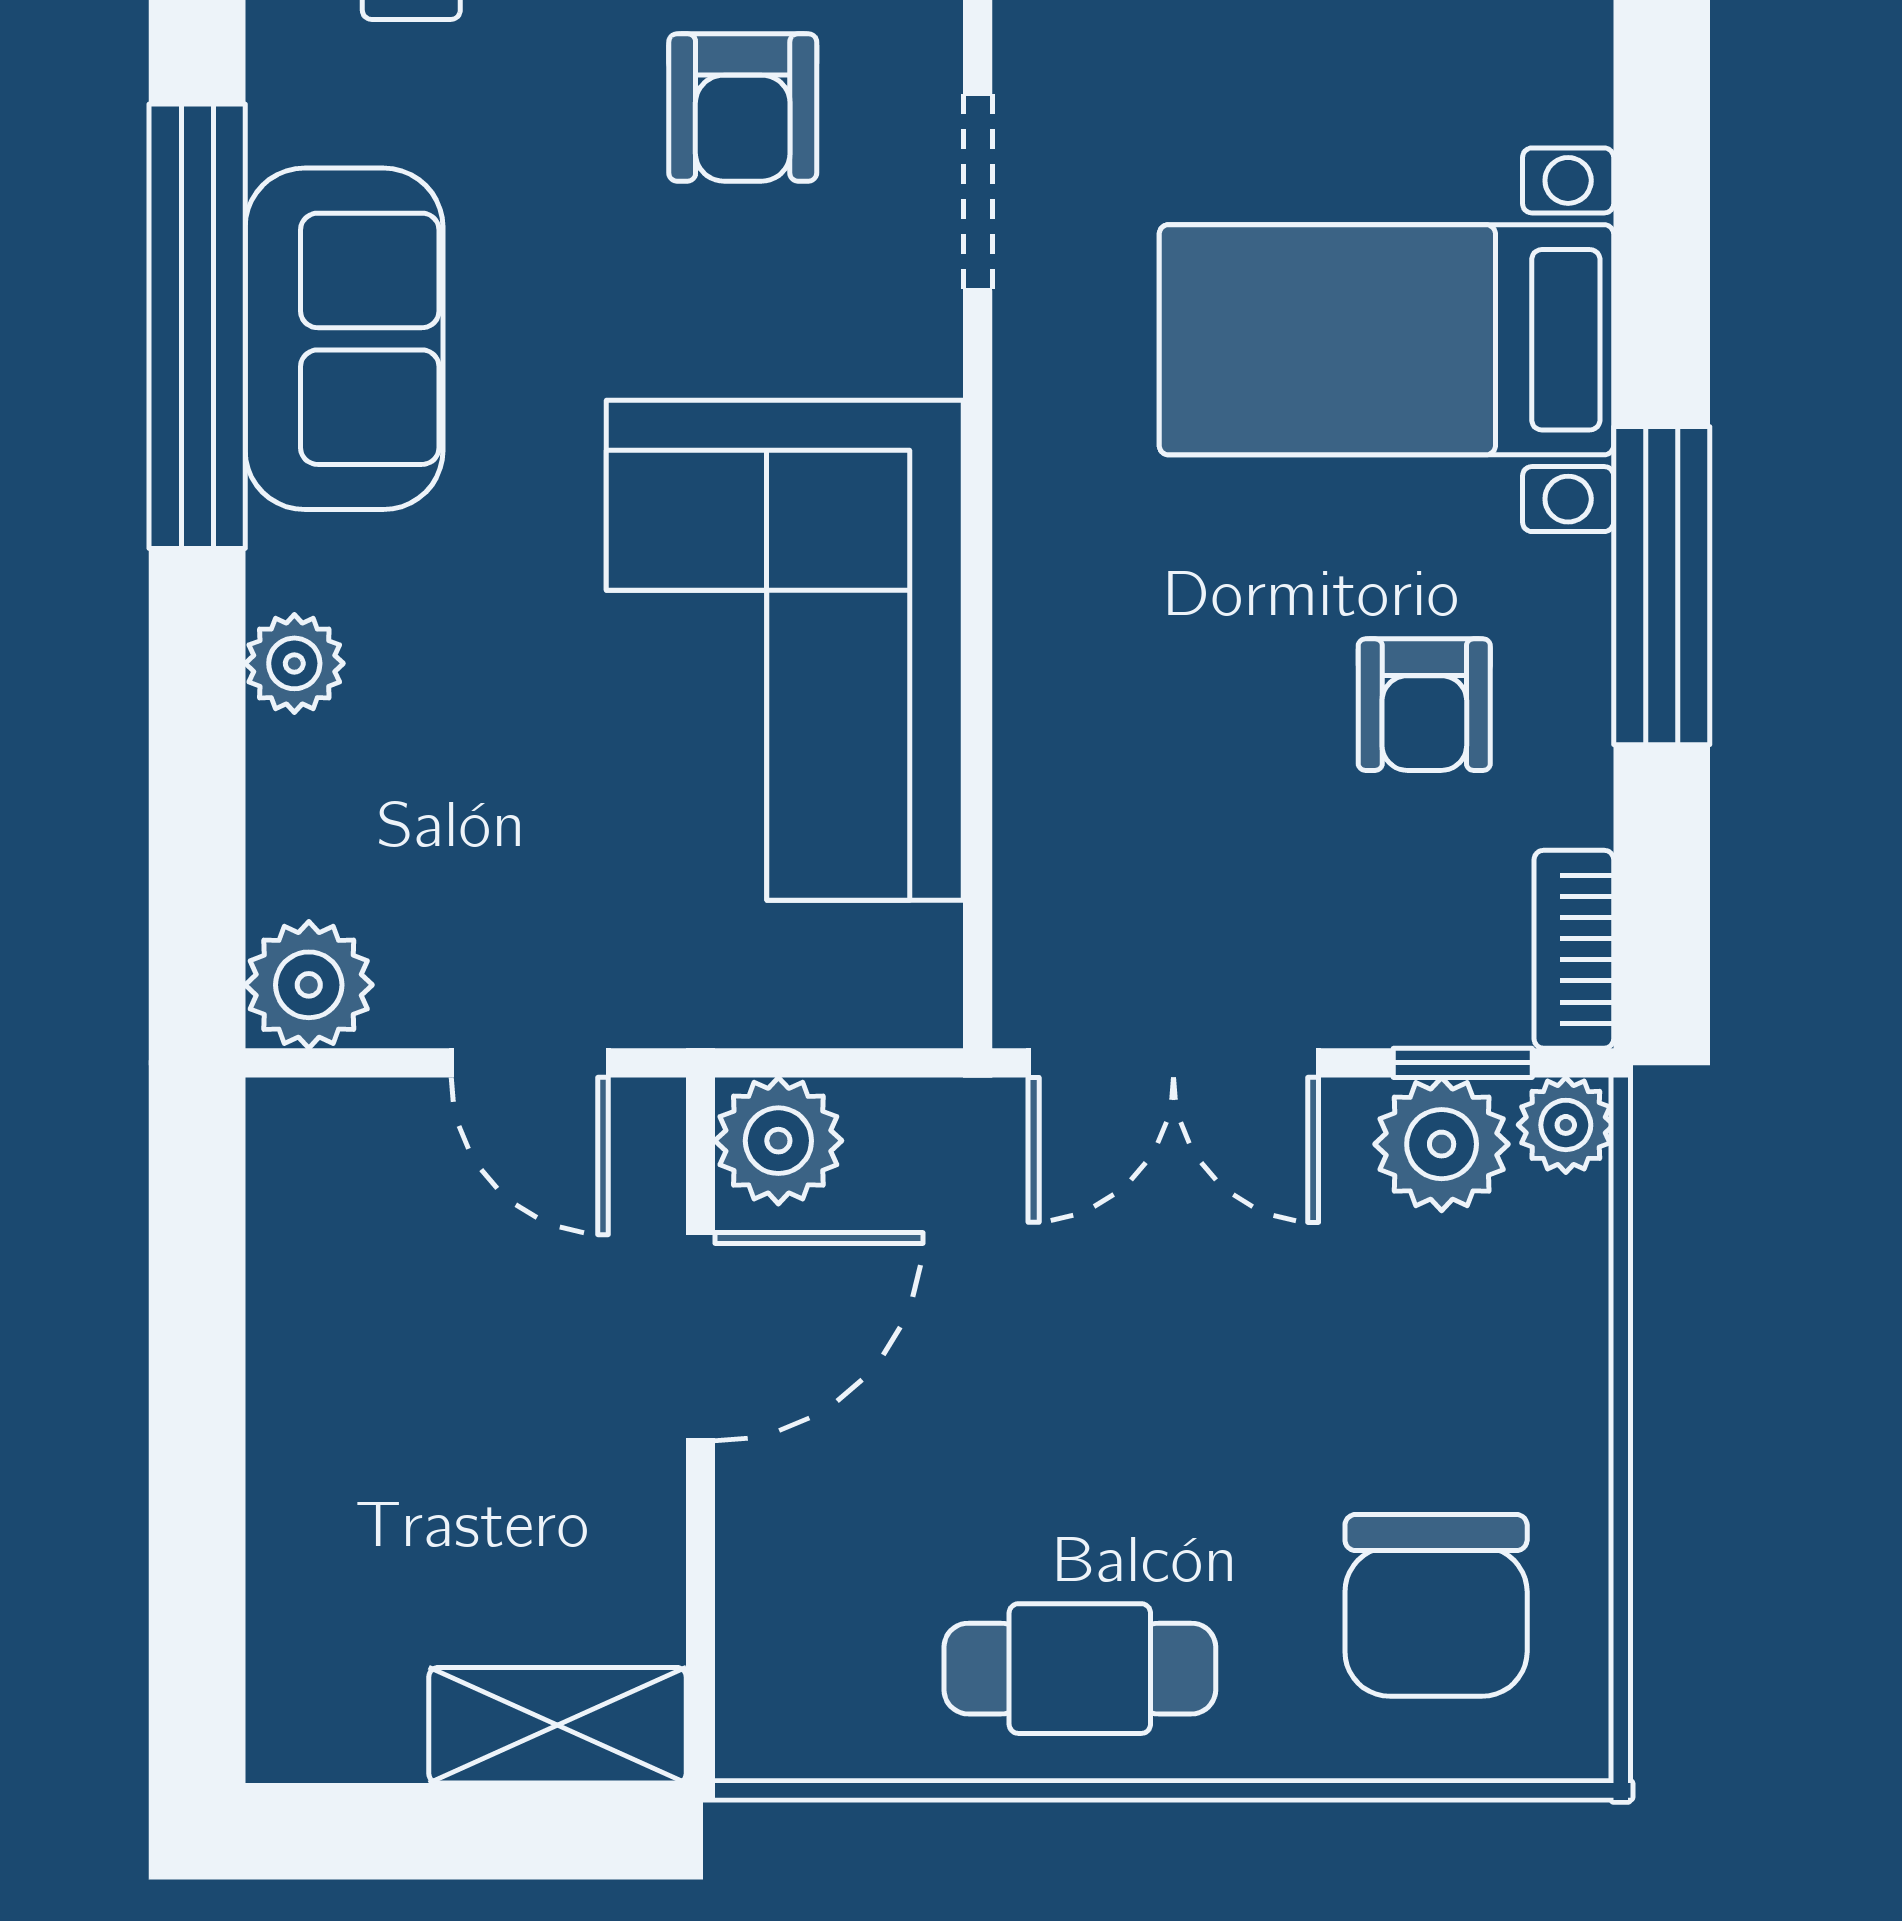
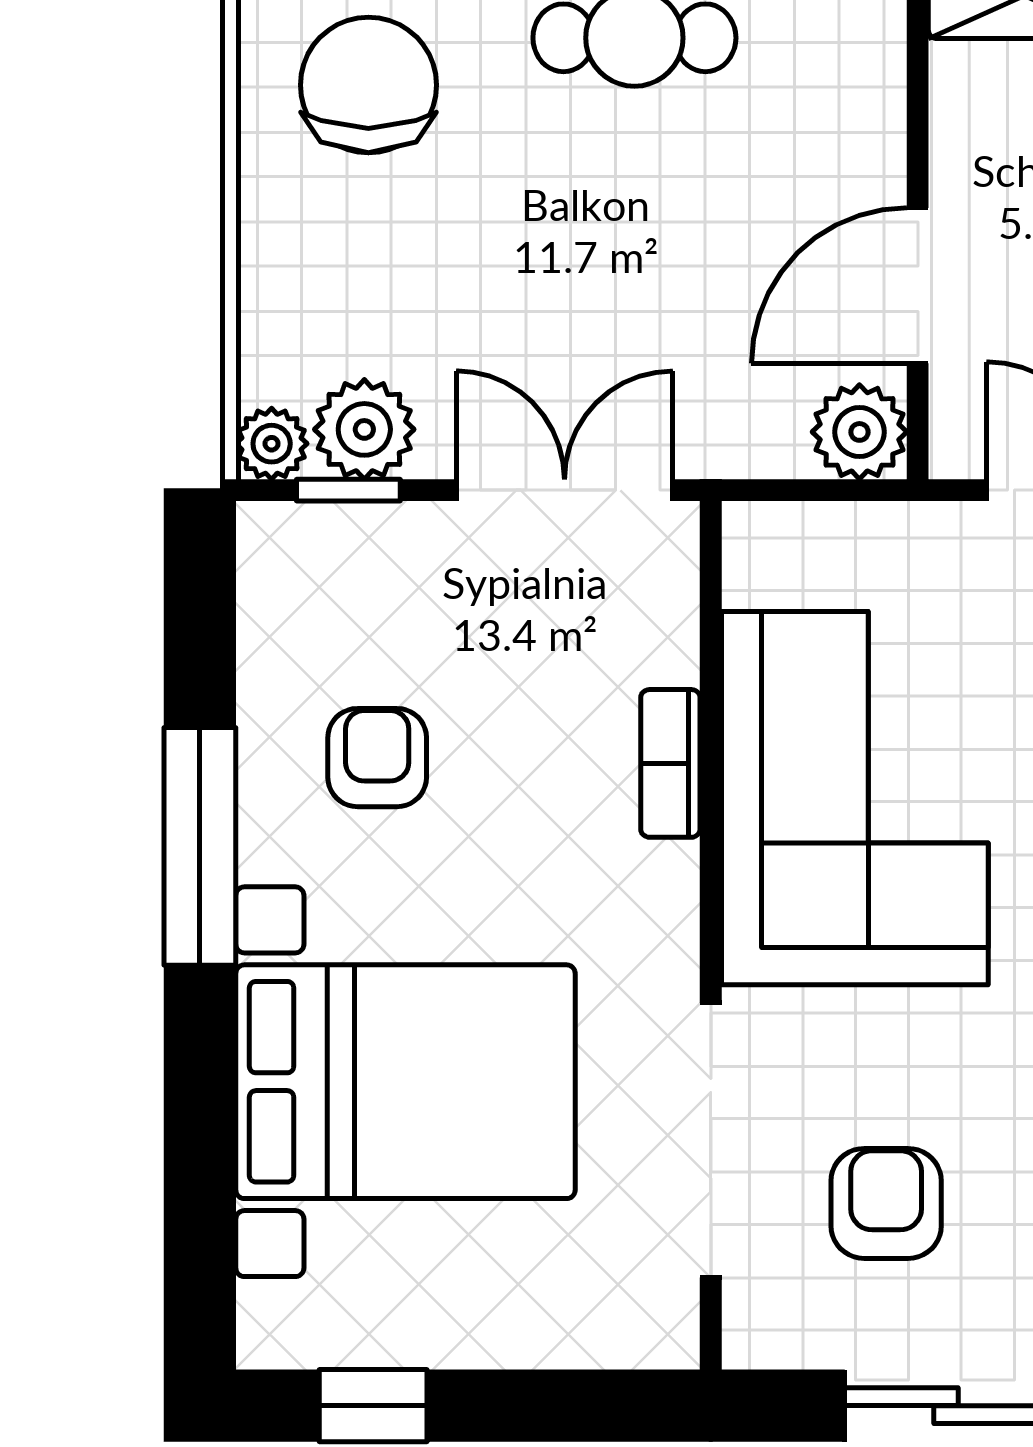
doorway: (978, 192) -> (711, 1140), width x1.87
bed with nightstands: (1386, 340) -> (406, 1082), width x1.36
bookcase: (1574, 949) -> (670, 763), moved, turned 180

